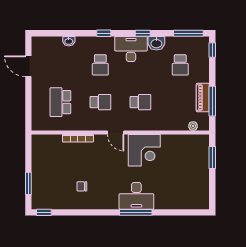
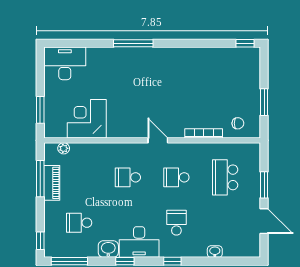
school desk: (180, 65) -> (79, 223), turned -90
window: (28, 96) -> (264, 185), added
school desk: (60, 102) -> (225, 177), turned 180
corner desk: (144, 150) -> (87, 119), moved
window: (28, 183) -> (264, 102), moved
chair: (82, 186) -> (238, 123), moved
desk: (136, 196) -> (65, 63), moved

